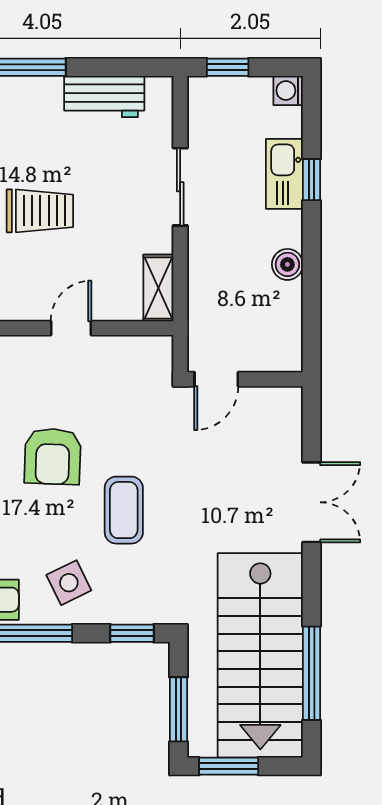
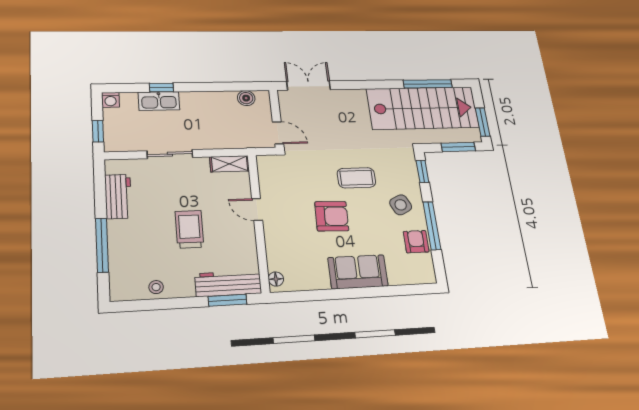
boiler: (287, 264) -> (246, 98), moved
double door: (311, 502) -> (309, 86), moved

